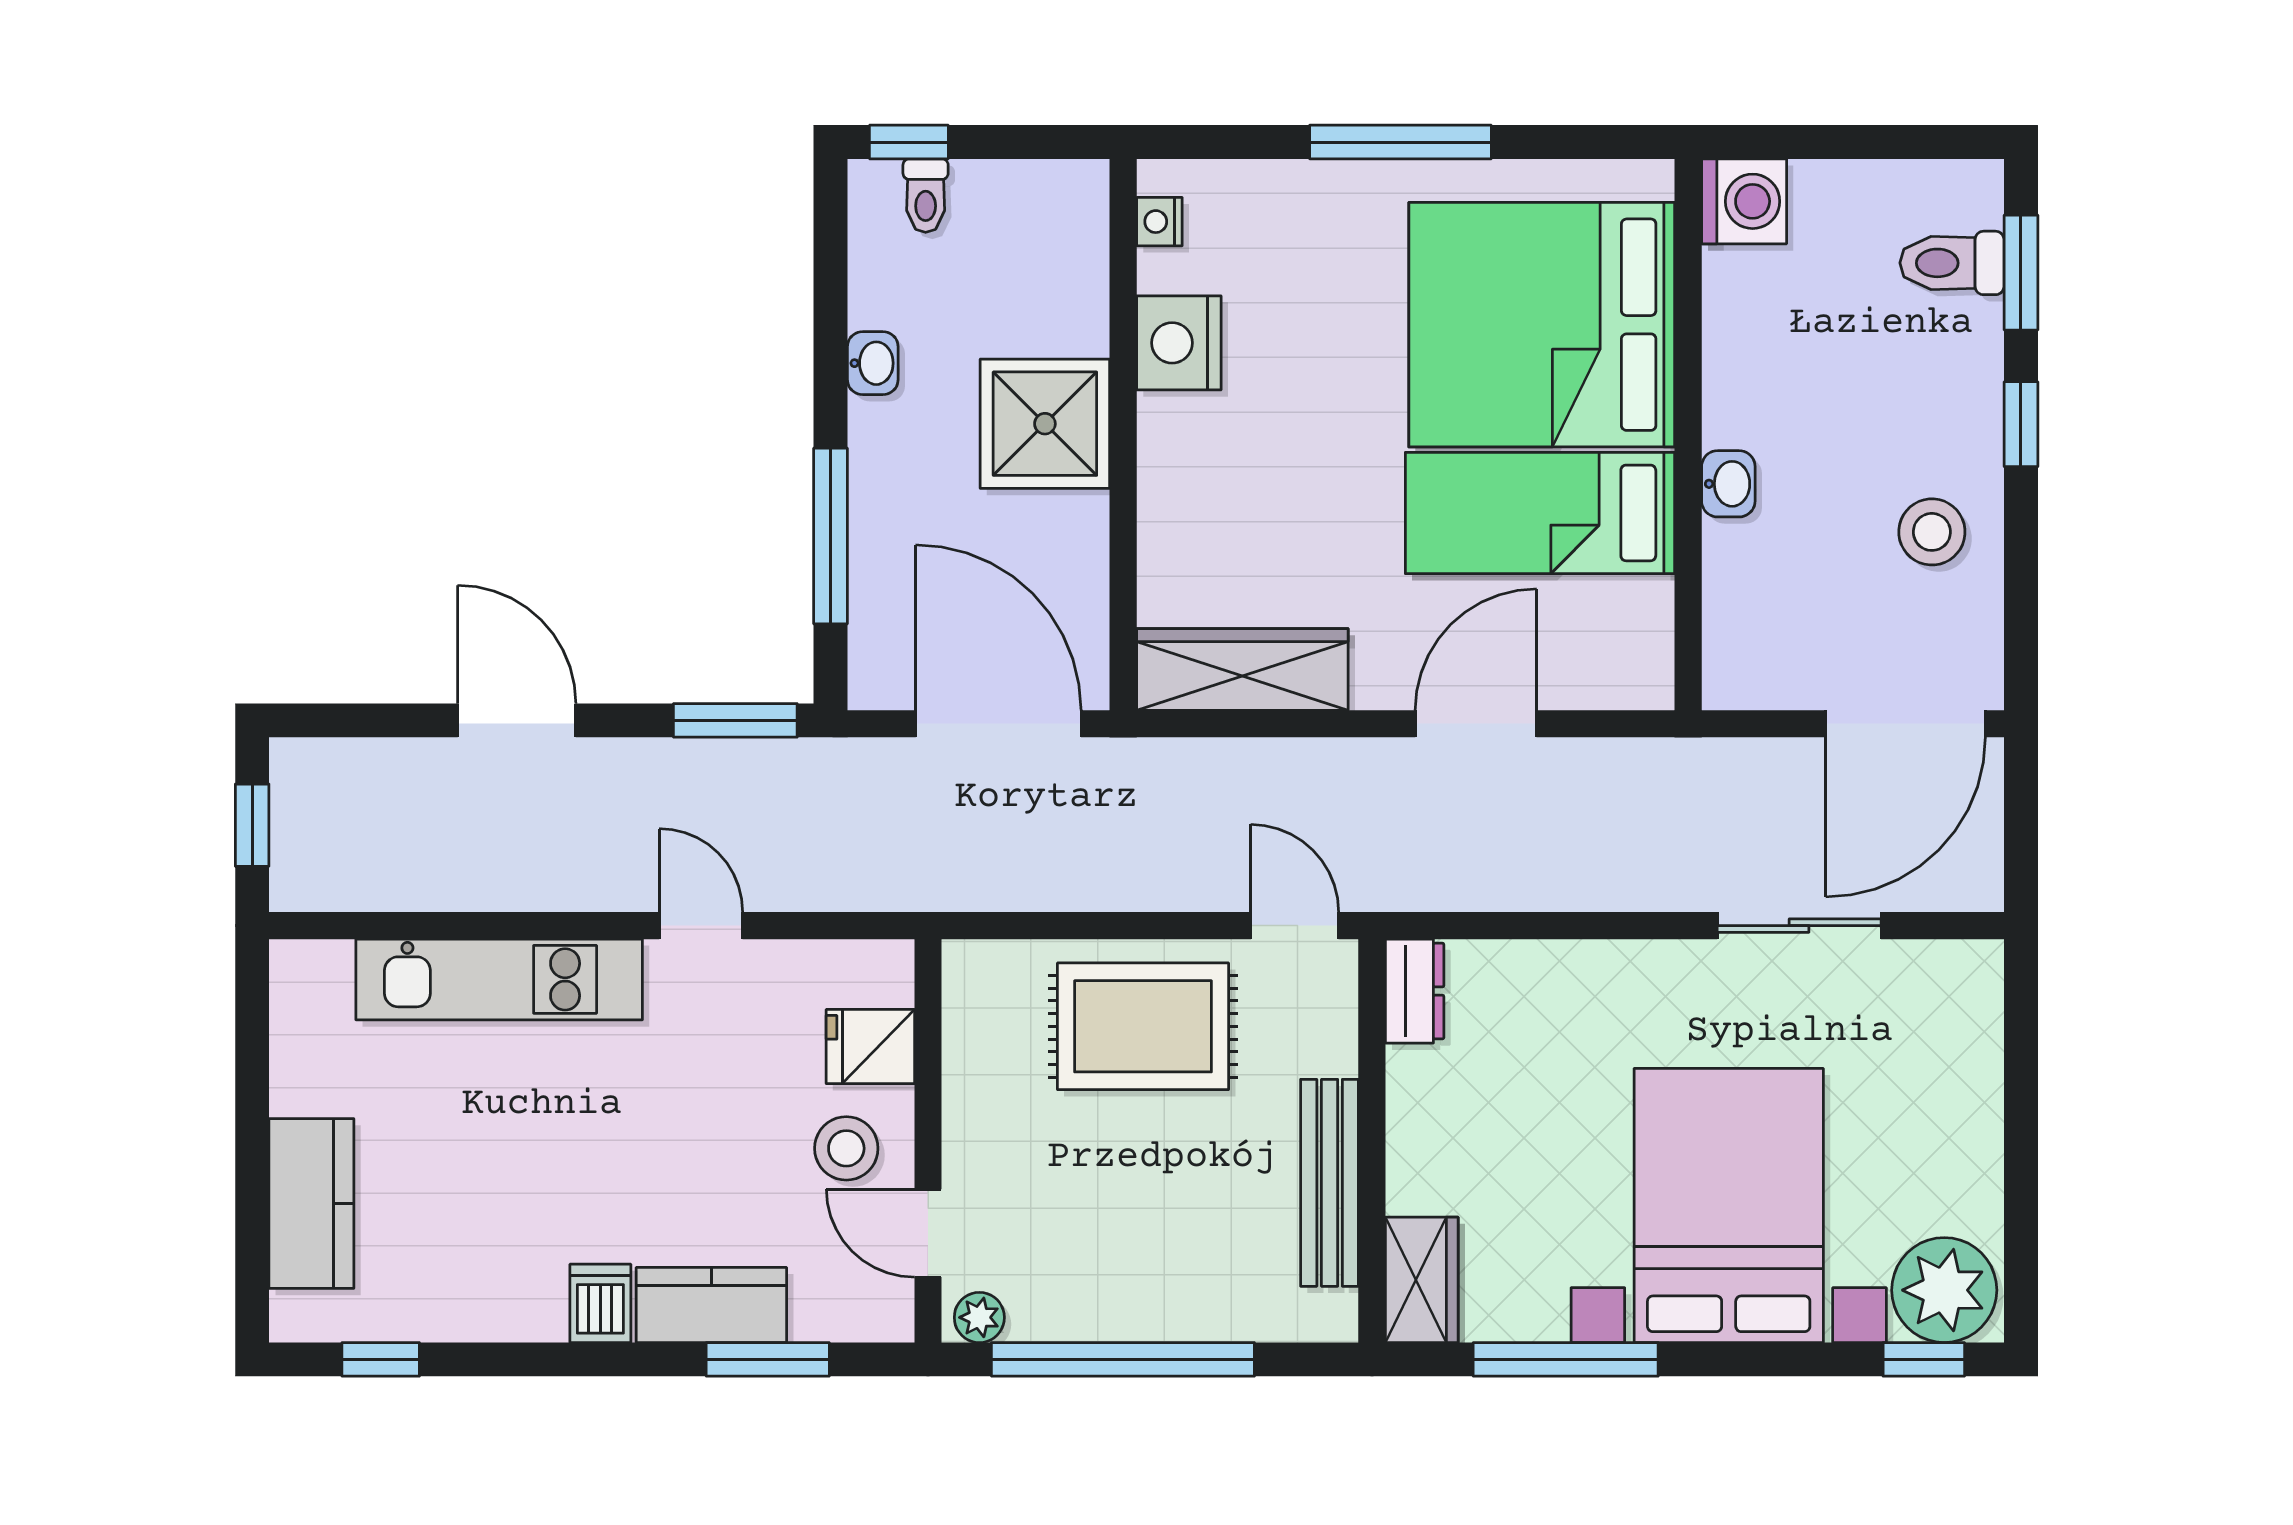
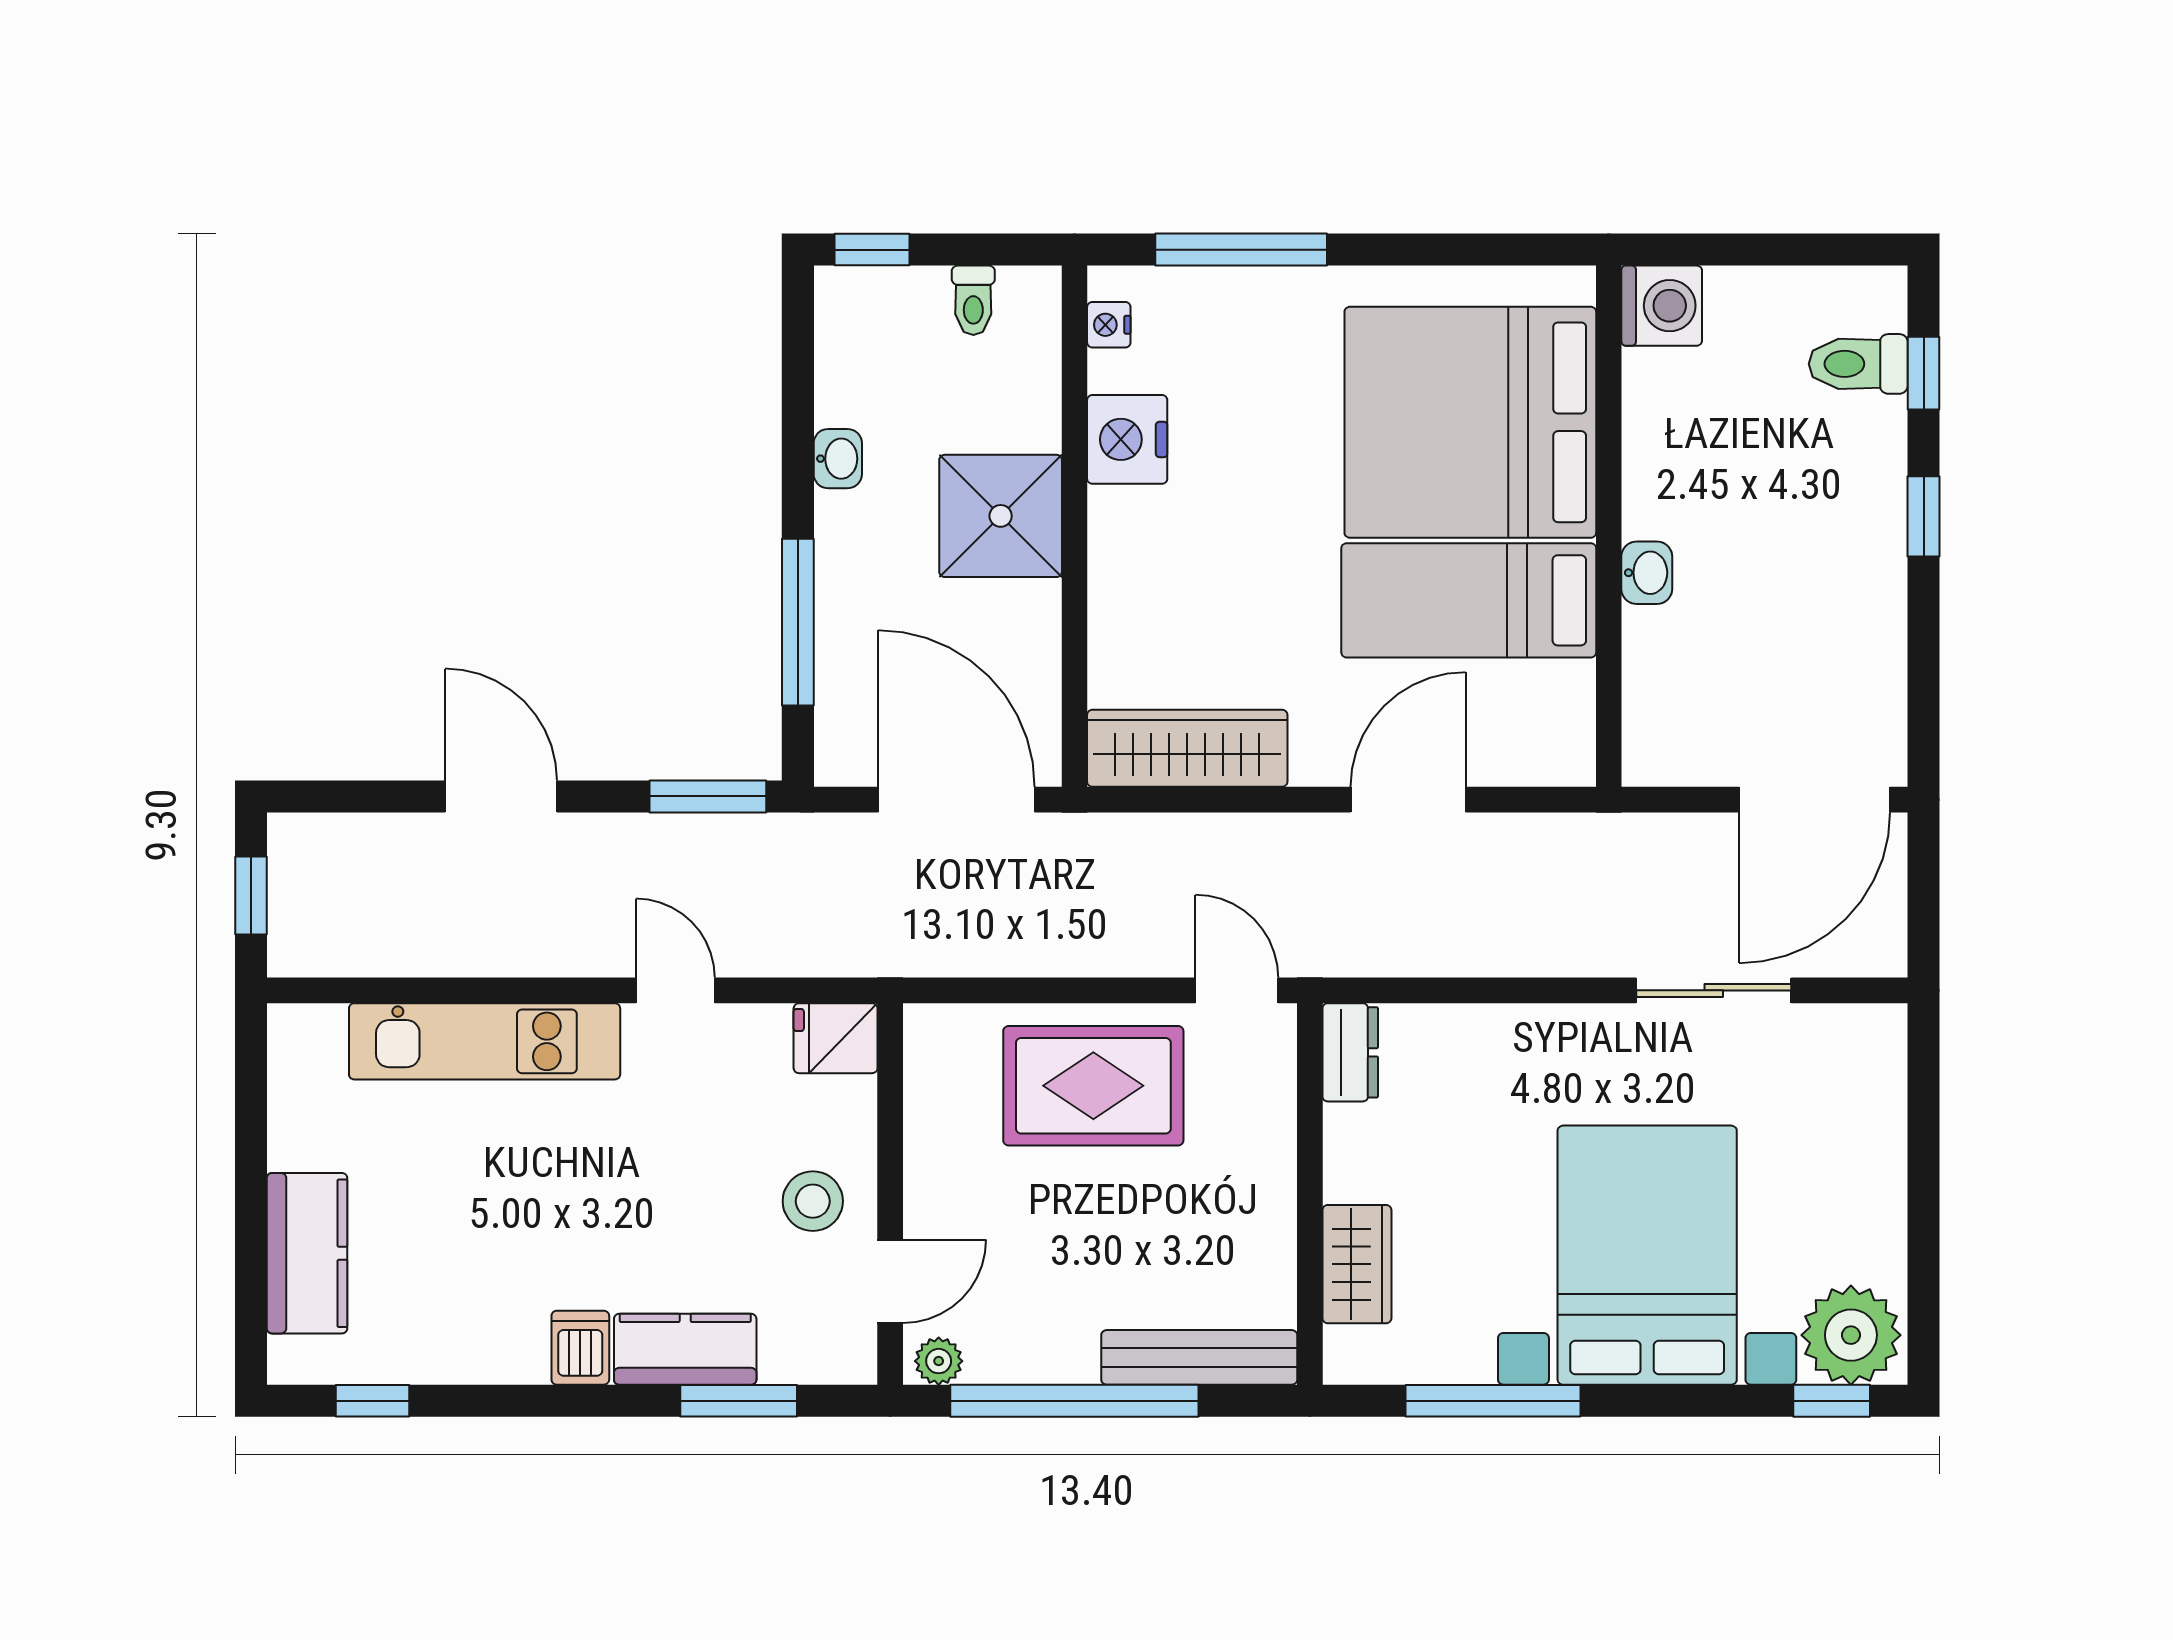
window: (1400, 142) -> (1241, 250), moved
toilet: (926, 196) -> (973, 300), moved
window: (2021, 273) -> (1924, 373), width x0.67
stool: (1932, 532) -> (1839, 618), removed
fridge: (870, 1047) -> (836, 1038), moved
bench: (1330, 1183) -> (1199, 1357), moved, turned 90
door: (928, 1233) -> (890, 1281), swing flipped
wardrobe: (1422, 1280) -> (1357, 1264), moved

